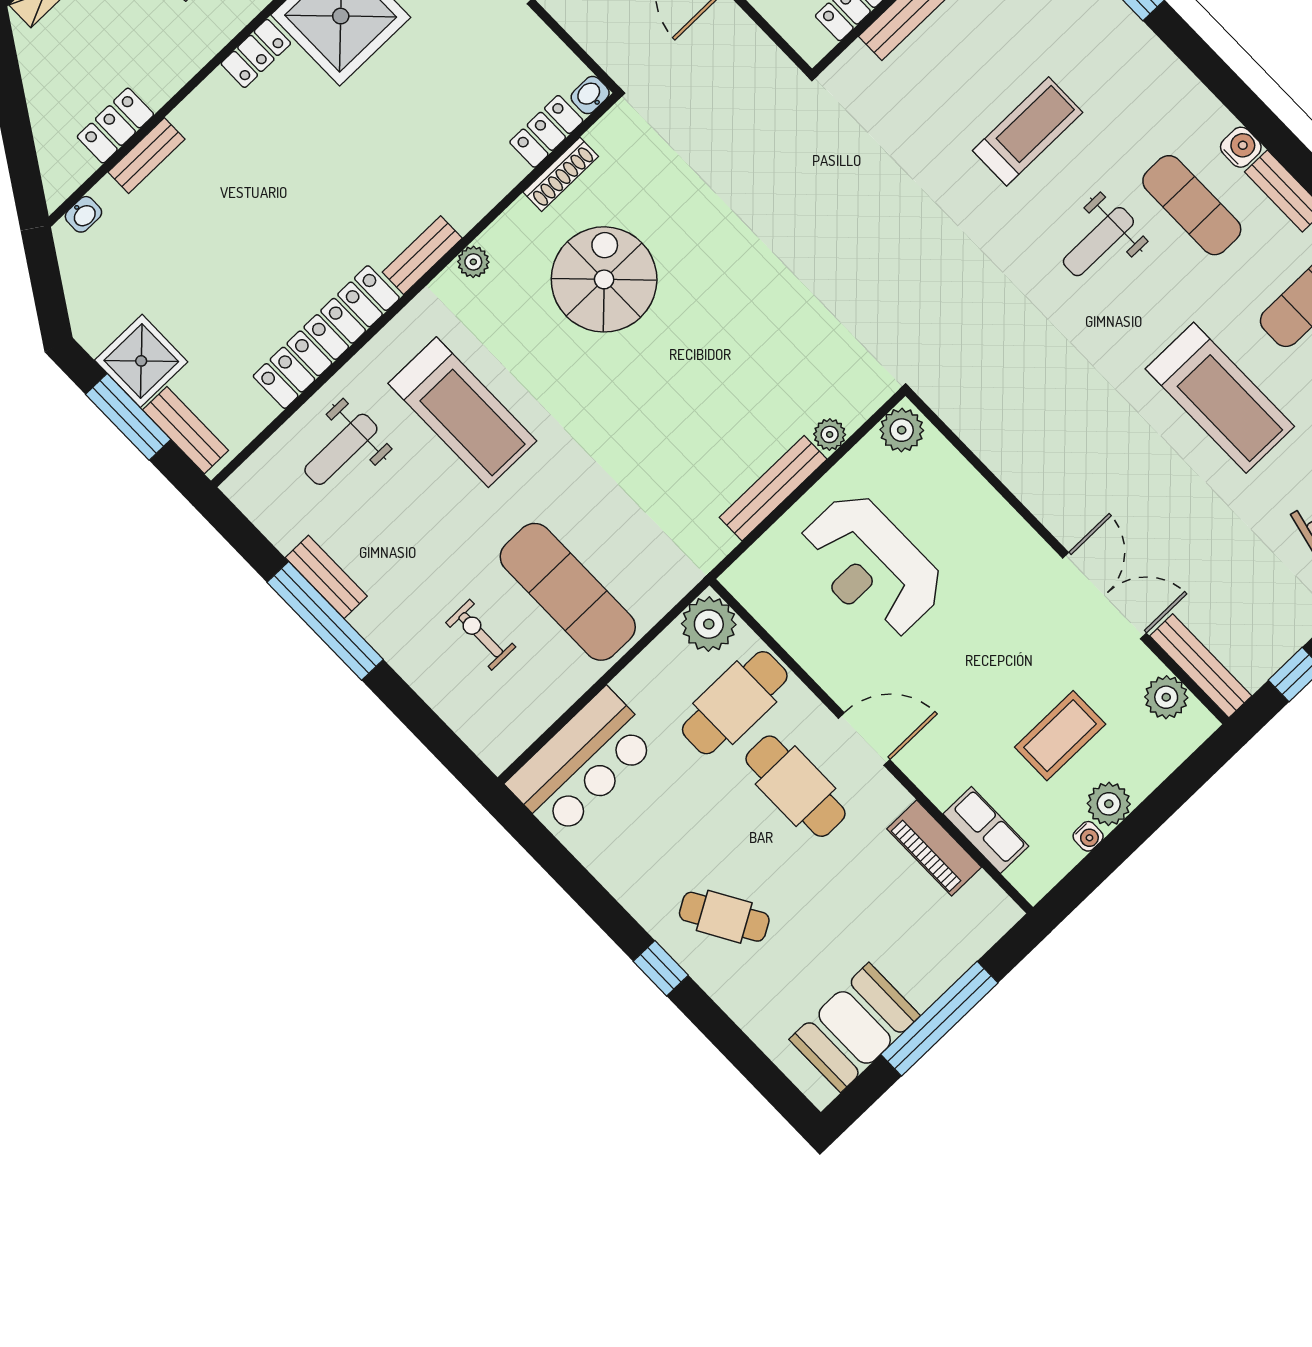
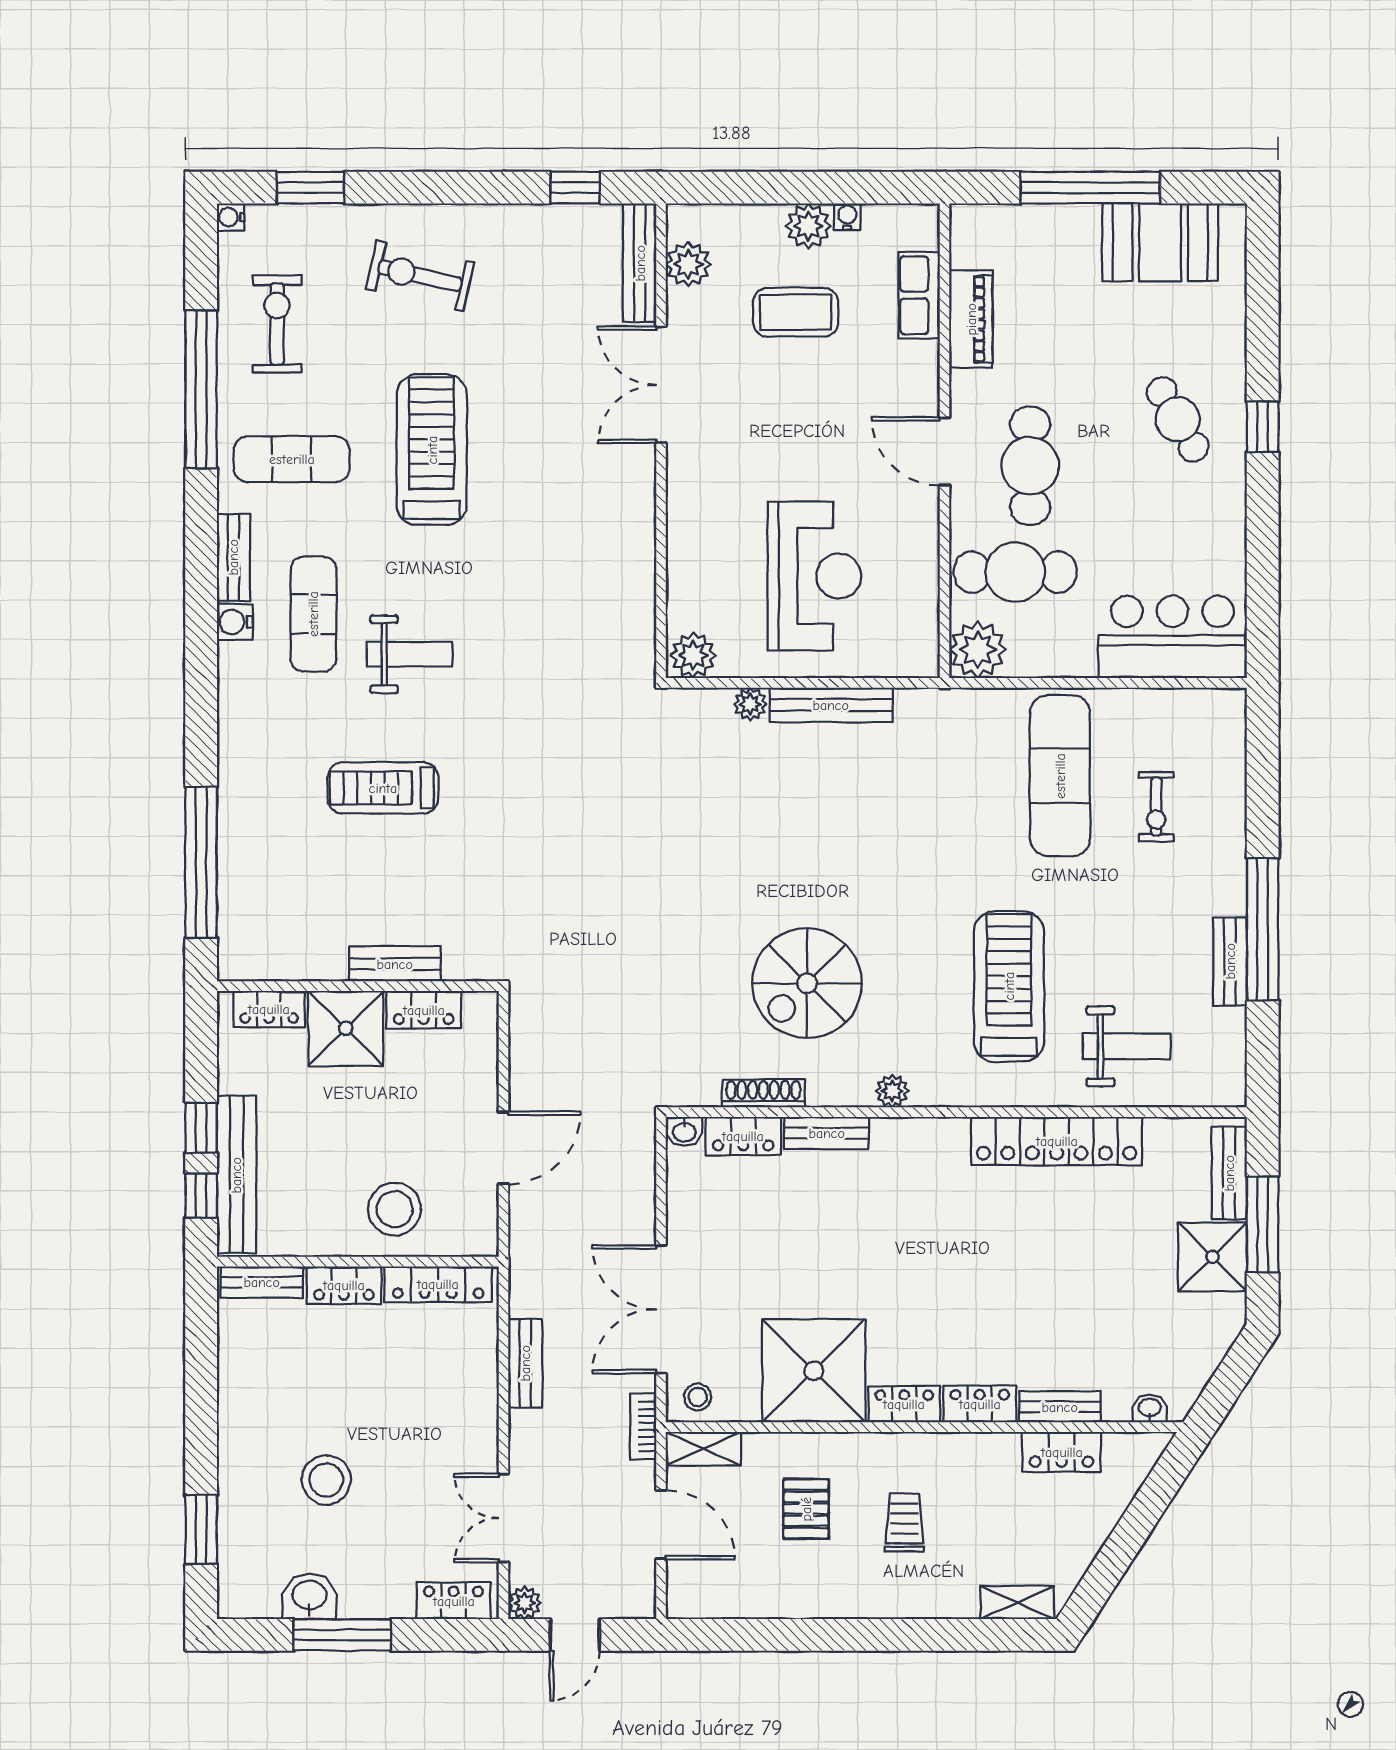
locker: (204, 104) -> (980, 1404), added
bench: (422, 255) -> (827, 1133), moved

